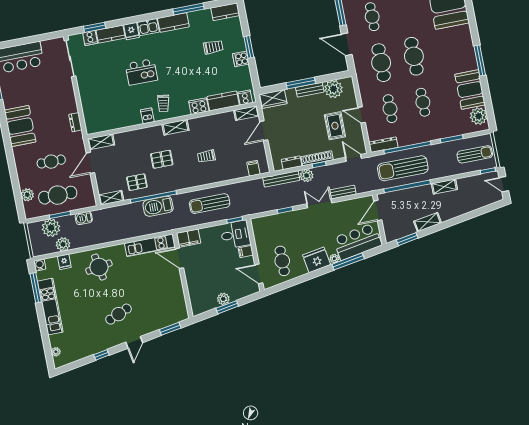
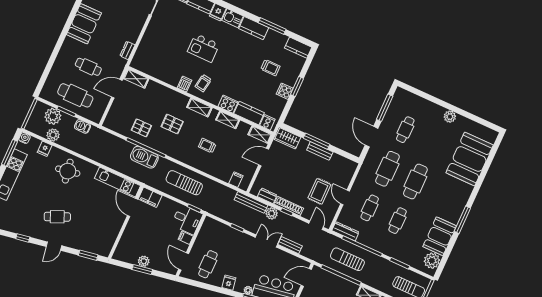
plant: (334, 89) -> (338, 163), removed
sun lounger: (403, 168) -> (347, 259), width x0.73, depth x0.75
plant: (27, 195) -> (53, 79), removed
shelving: (111, 198) -> (228, 120), moved
fridge: (317, 260) -> (229, 283), width x0.53, depth x0.75

